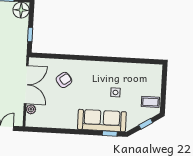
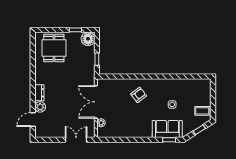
armchair: (64, 80) -> (139, 95), moved
double door: (26, 85) -> (96, 102), swing flipped
sofa: (102, 121) -> (167, 129), width x0.73

